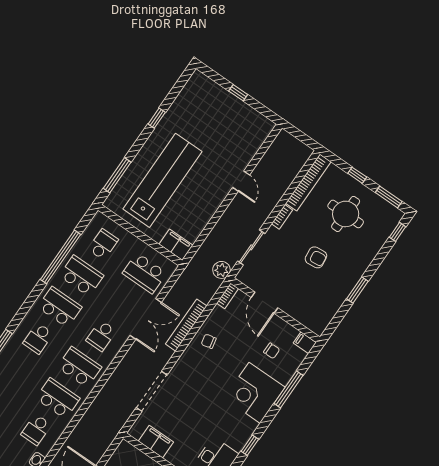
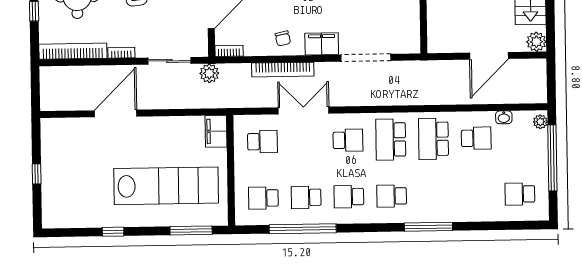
lab bench: (162, 180) -> (166, 186), turned 180
door: (241, 181) -> (116, 113), width x1.88
school desk: (144, 273) -> (263, 142), width x0.54
school desk: (81, 276) -> (306, 197), width x0.54
school desk: (60, 307) -> (349, 197), width x0.54
school desk: (38, 338) -> (392, 196), turned 180
filing cabinet: (156, 442) -> (322, 44), moved, turned 90

